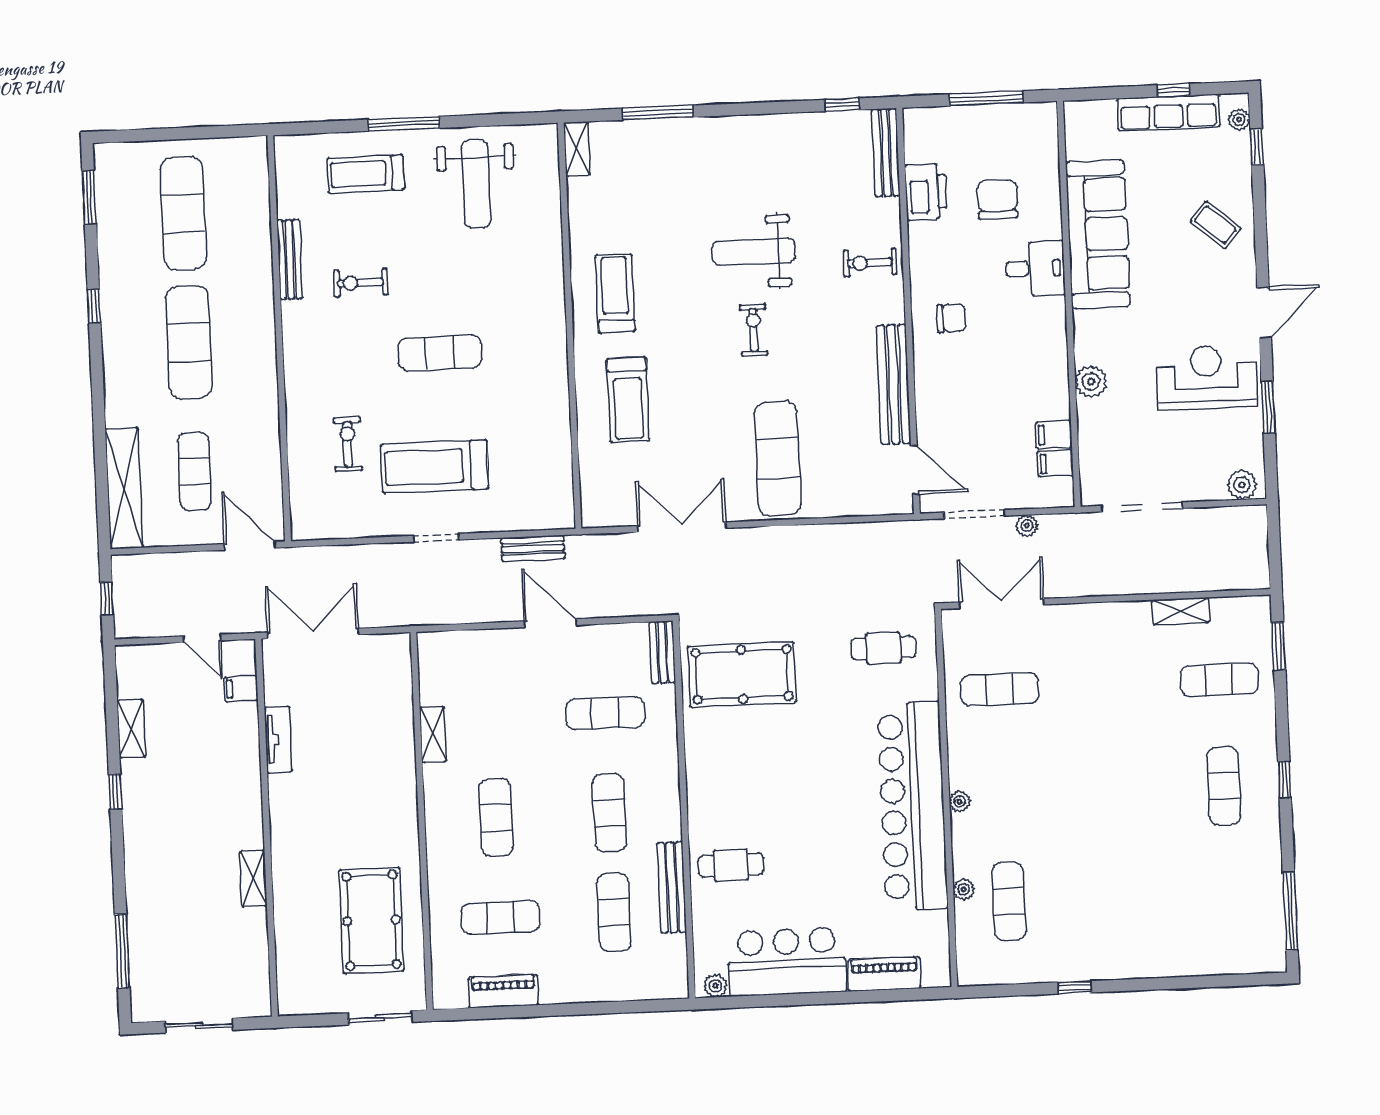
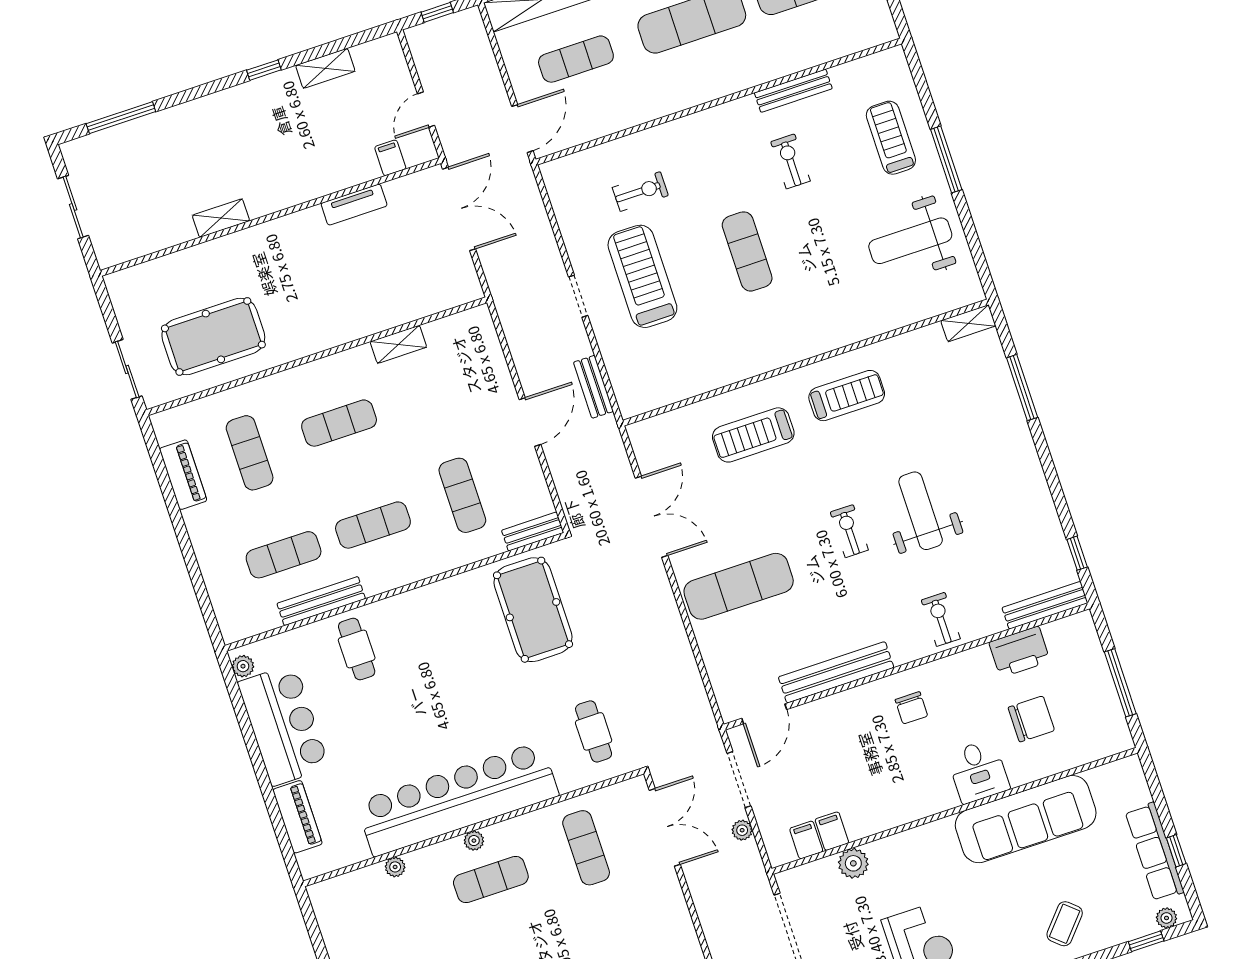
exercise bike: (754, 330) -> (849, 531), turned -90
plant: (1091, 382) -> (853, 863), moved
exercise mat: (1009, 902) -> (491, 879), moved

